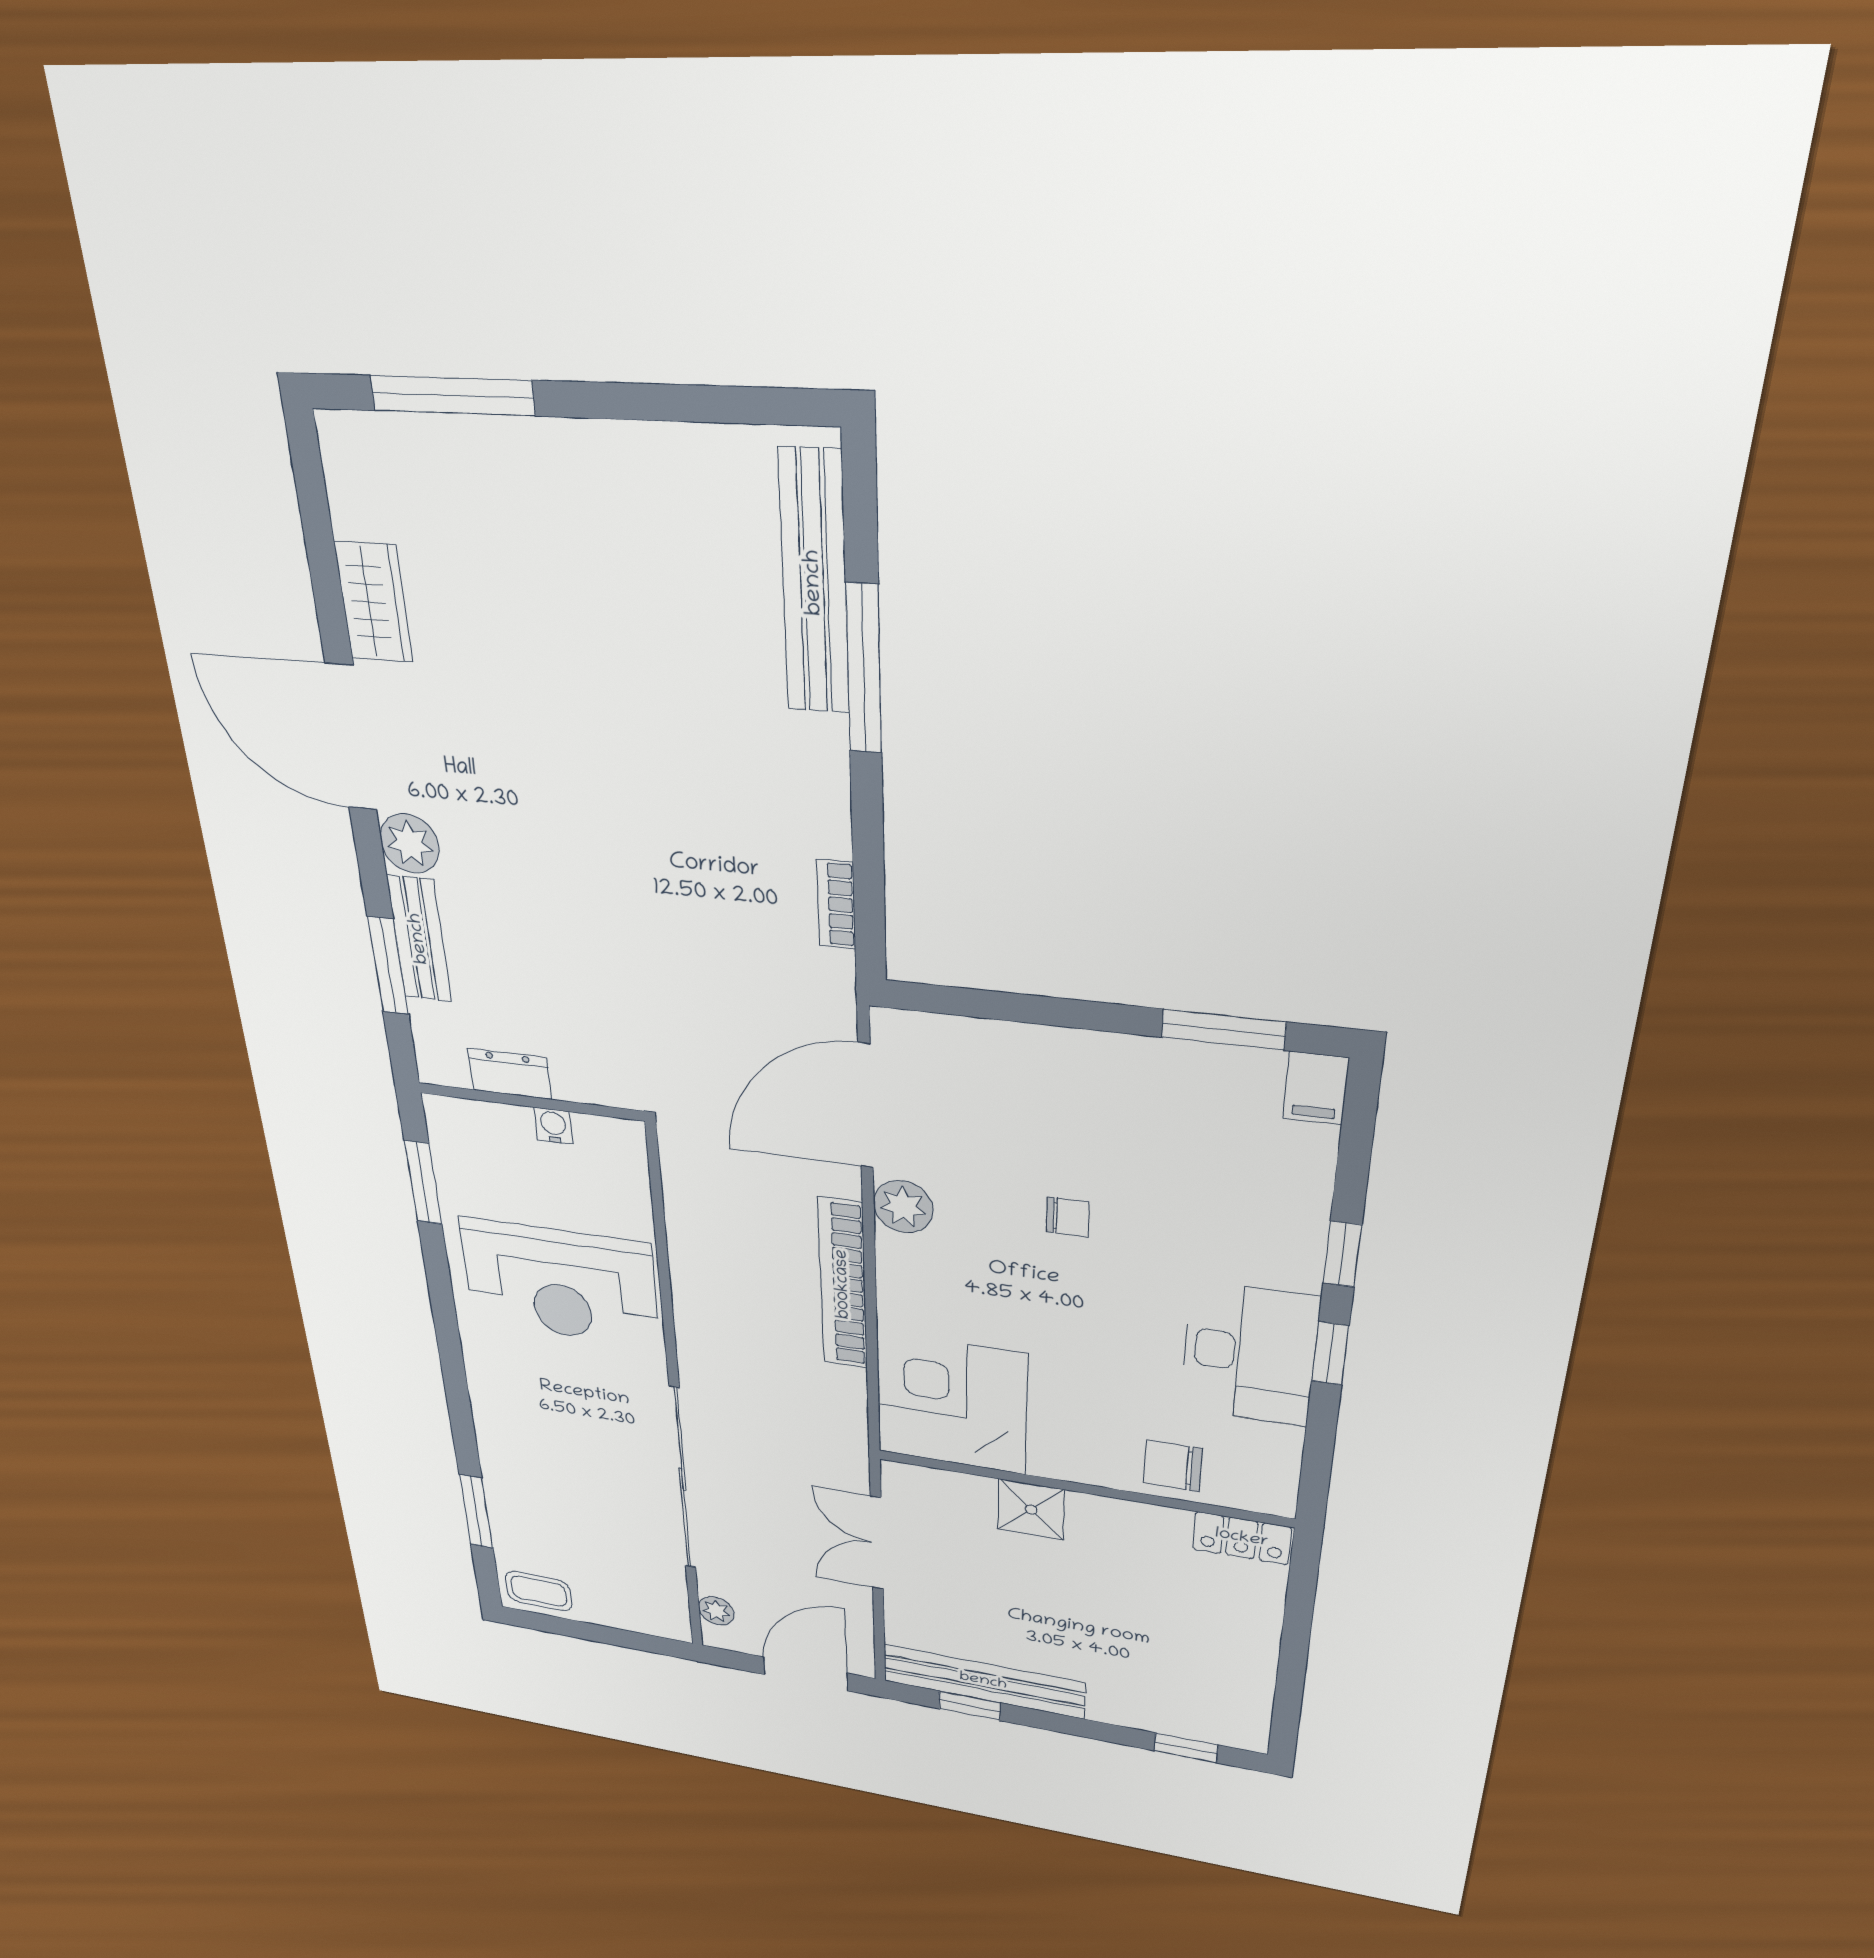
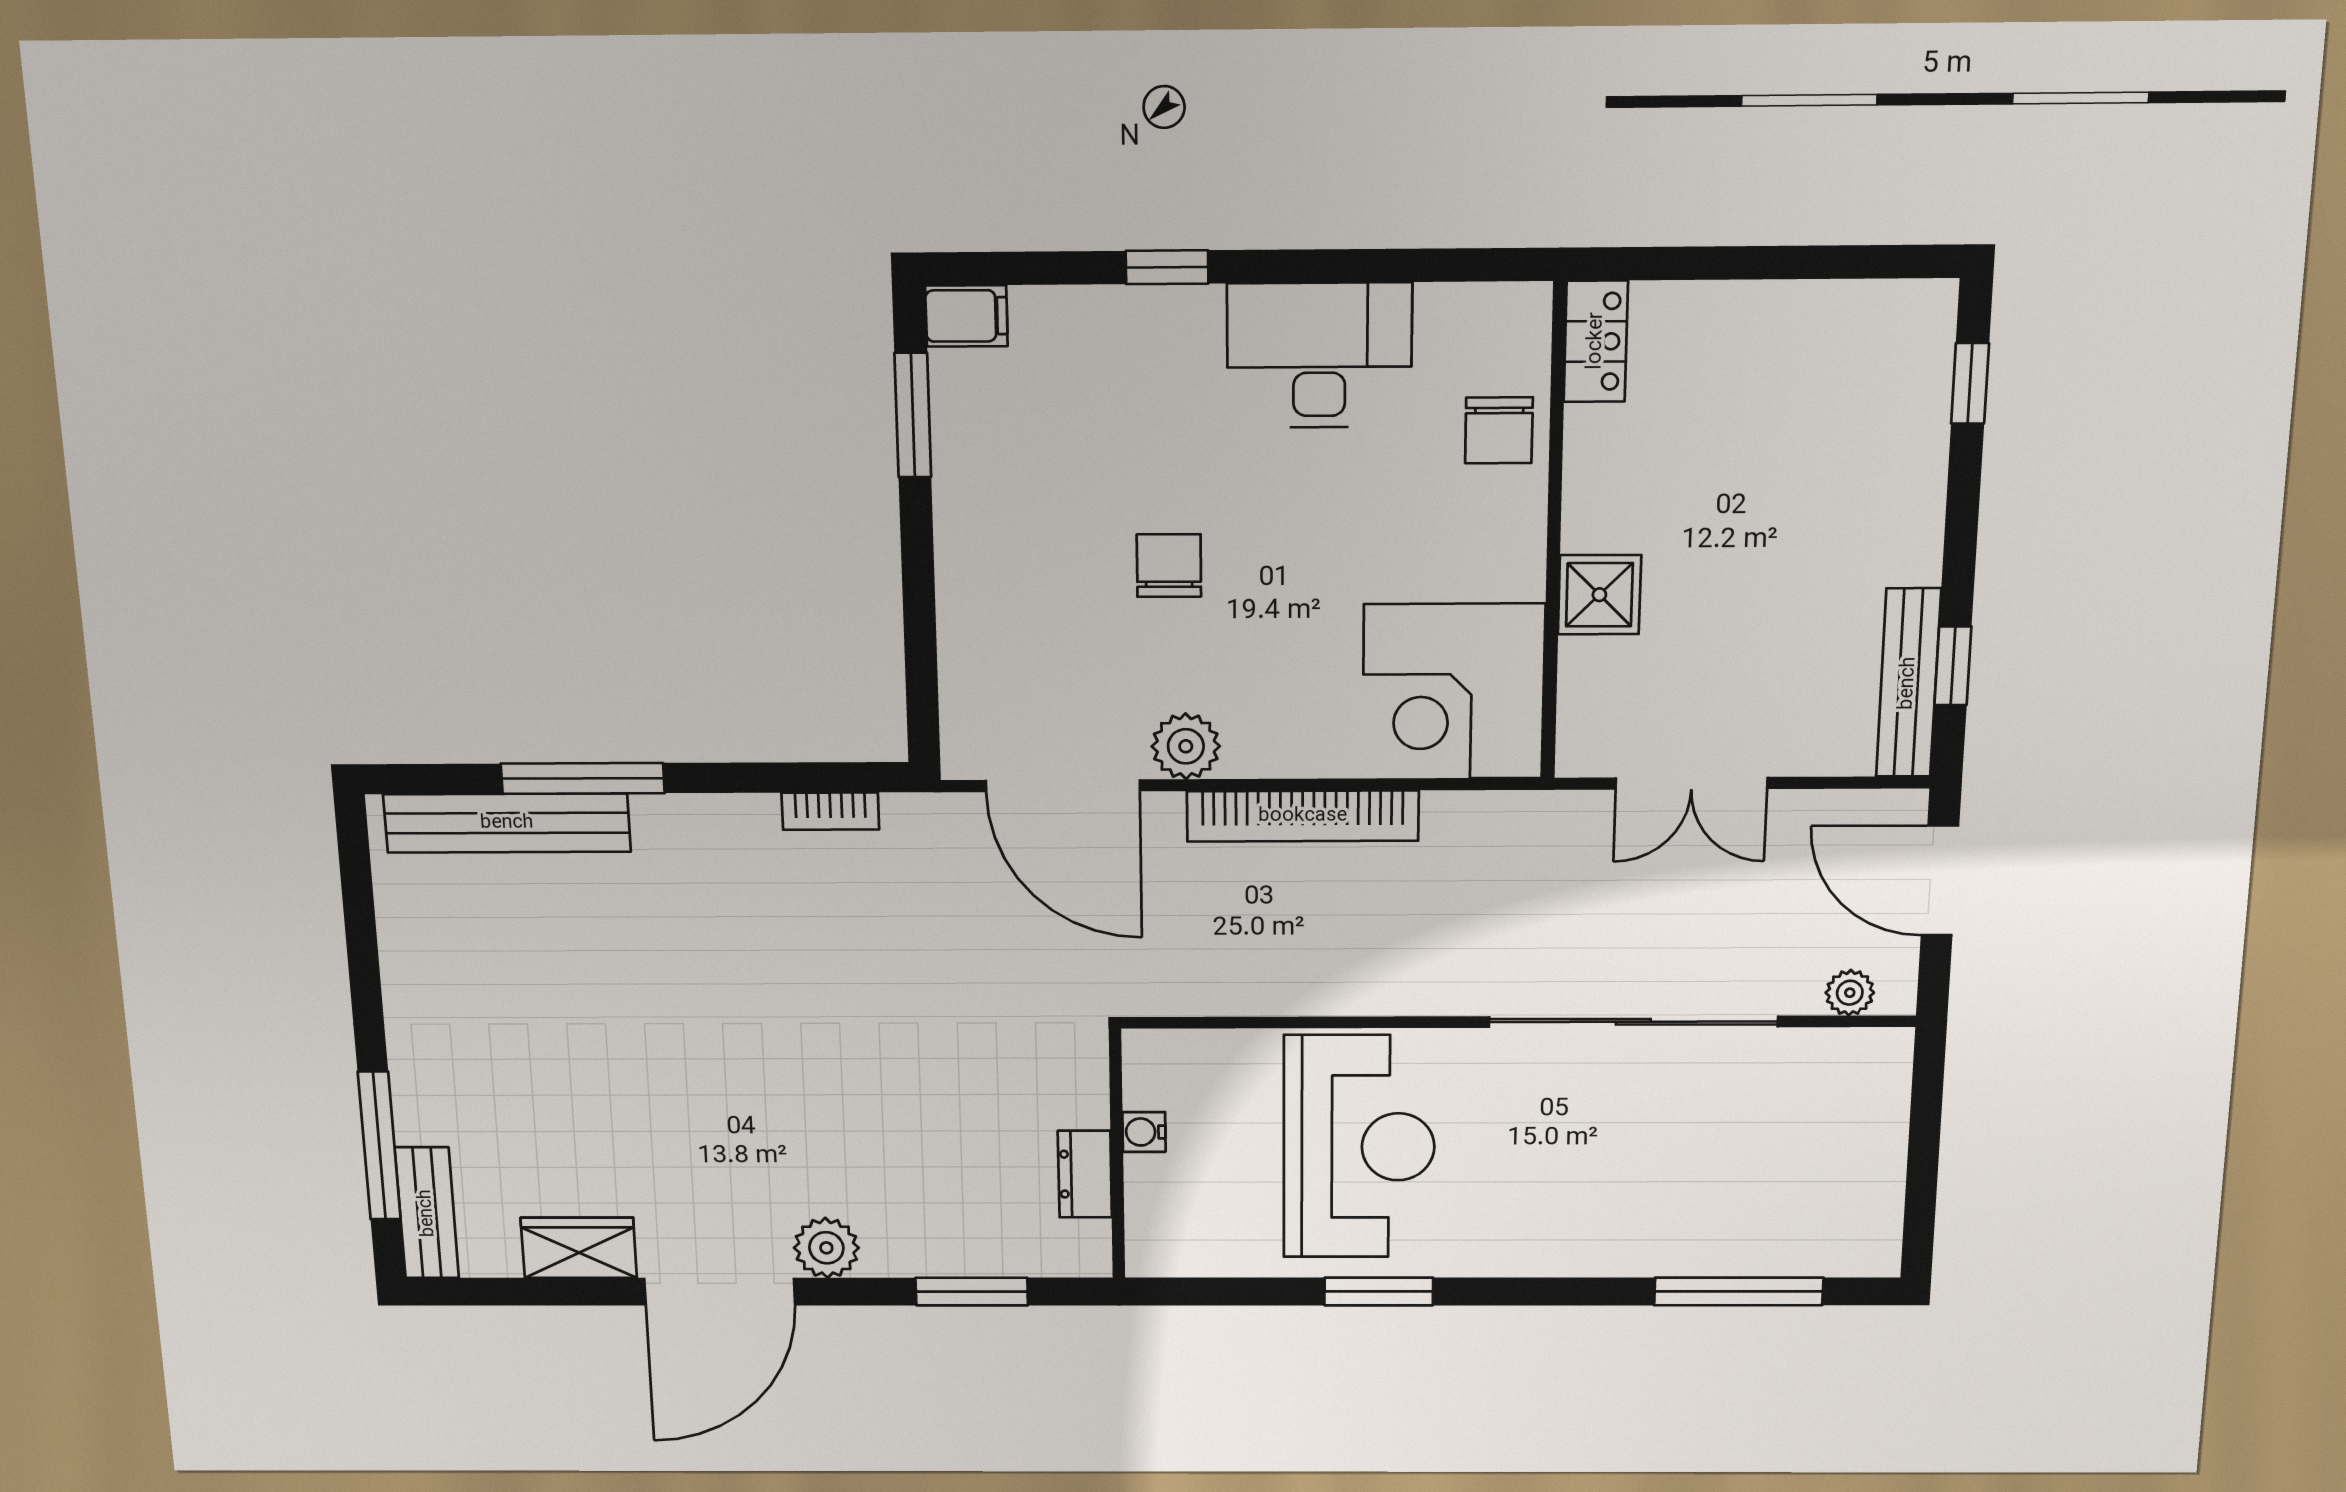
bench: (419, 939) -> (427, 1213), moved, turned 90
window: (423, 1182) -> (1379, 1291), moved
chair: (1068, 1217) -> (1169, 566), width x1.37, depth x1.37
window: (1330, 1353) -> (1303, 266), removed
window: (476, 1511) -> (1739, 1291), width x1.44
coffee table: (539, 1591) -> (1862, 1225), removed
bench: (983, 1681) -> (1908, 683), width x0.73, depth x0.82

